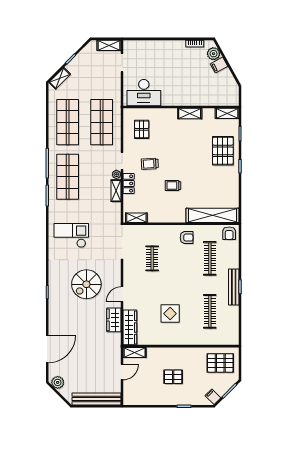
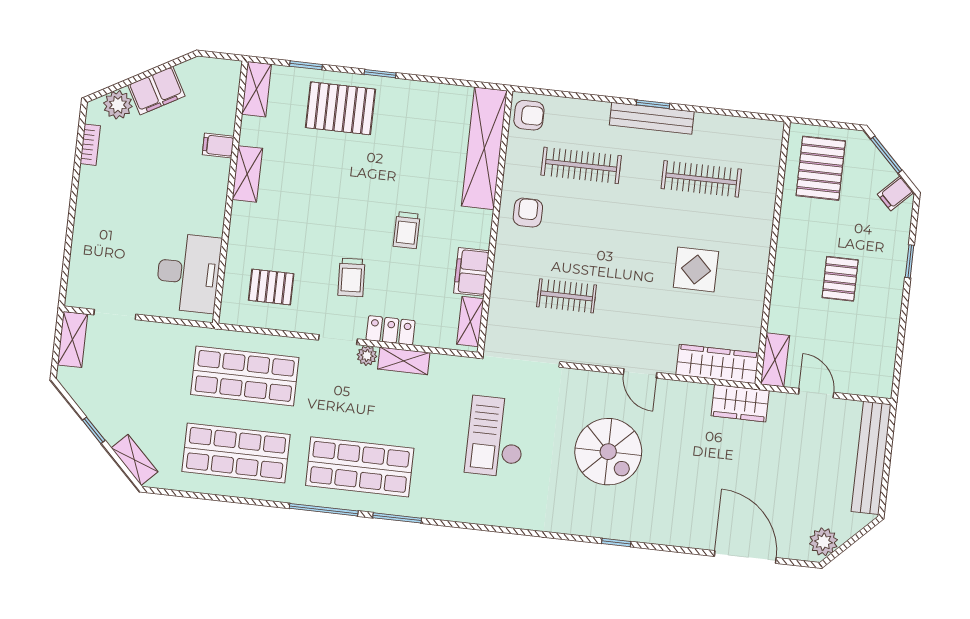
filing cabinet: (219, 65) -> (156, 91), width x2.00
filing cabinet: (201, 99) -> (218, 145), added
filing cabinet: (158, 216) -> (471, 272), added
checkout: (71, 235) -> (496, 437), moved
wardrobe: (114, 320) -> (740, 403), moved

